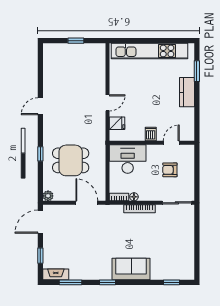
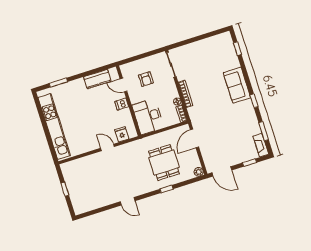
kitchen counter: (187, 92) -> (97, 79), moved

